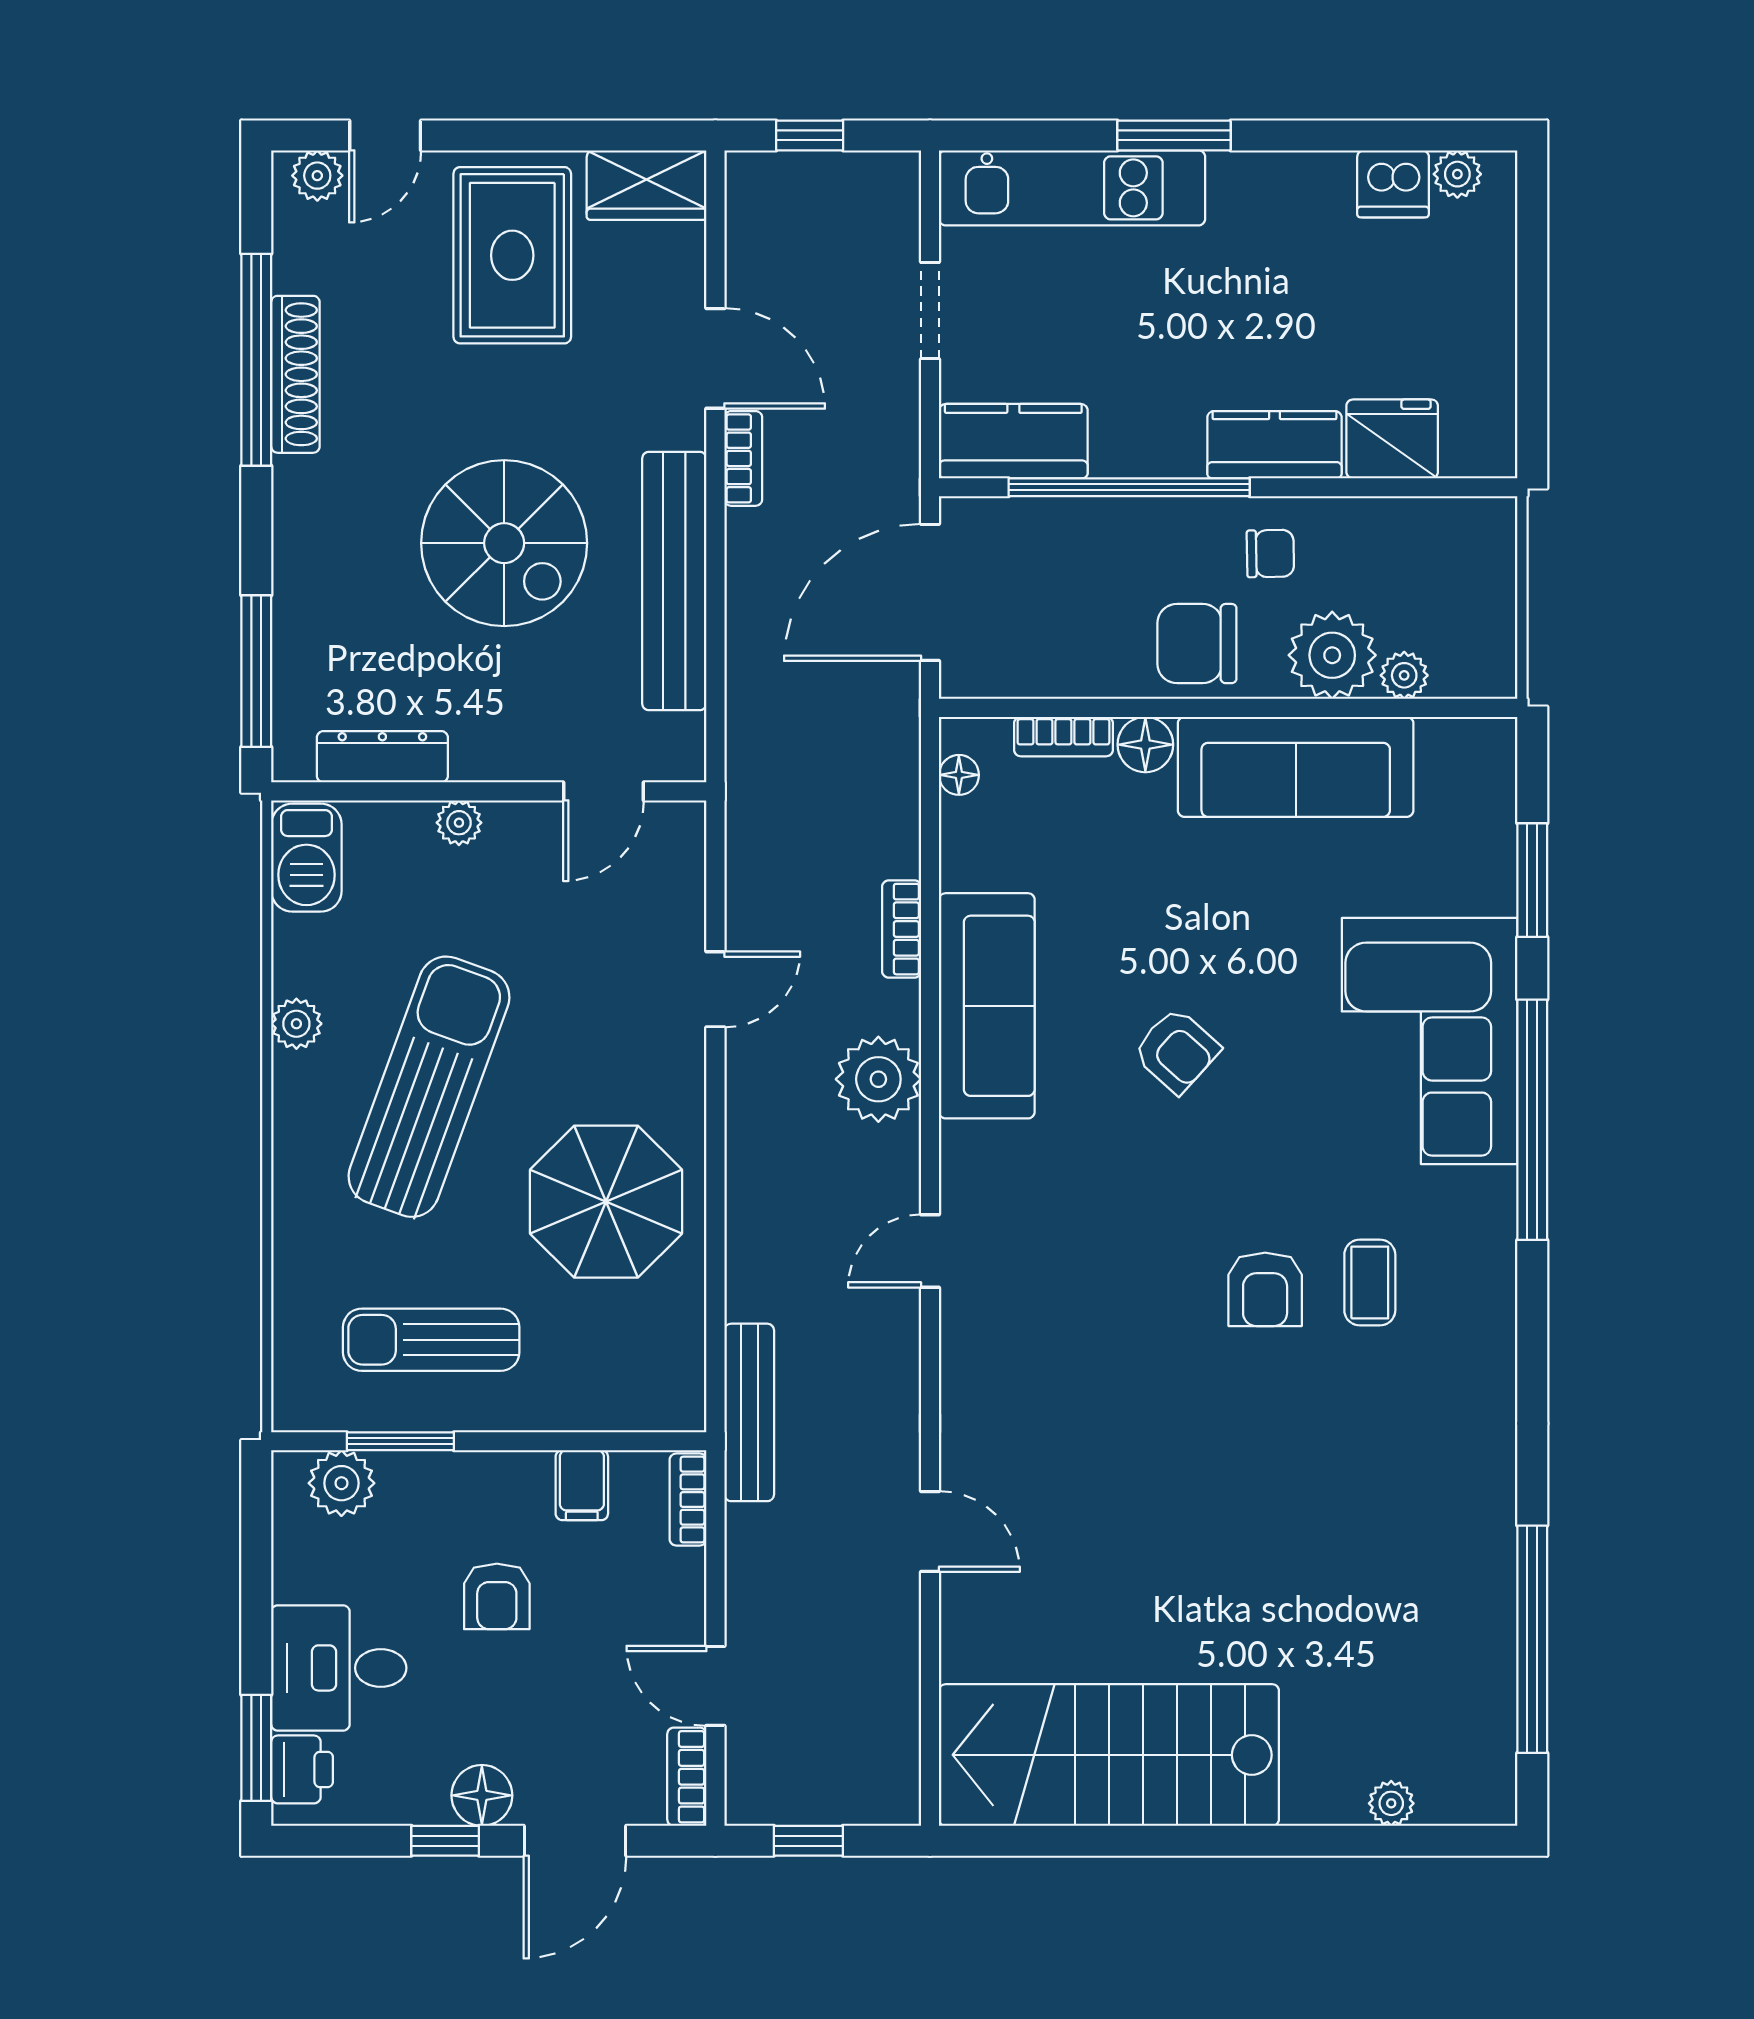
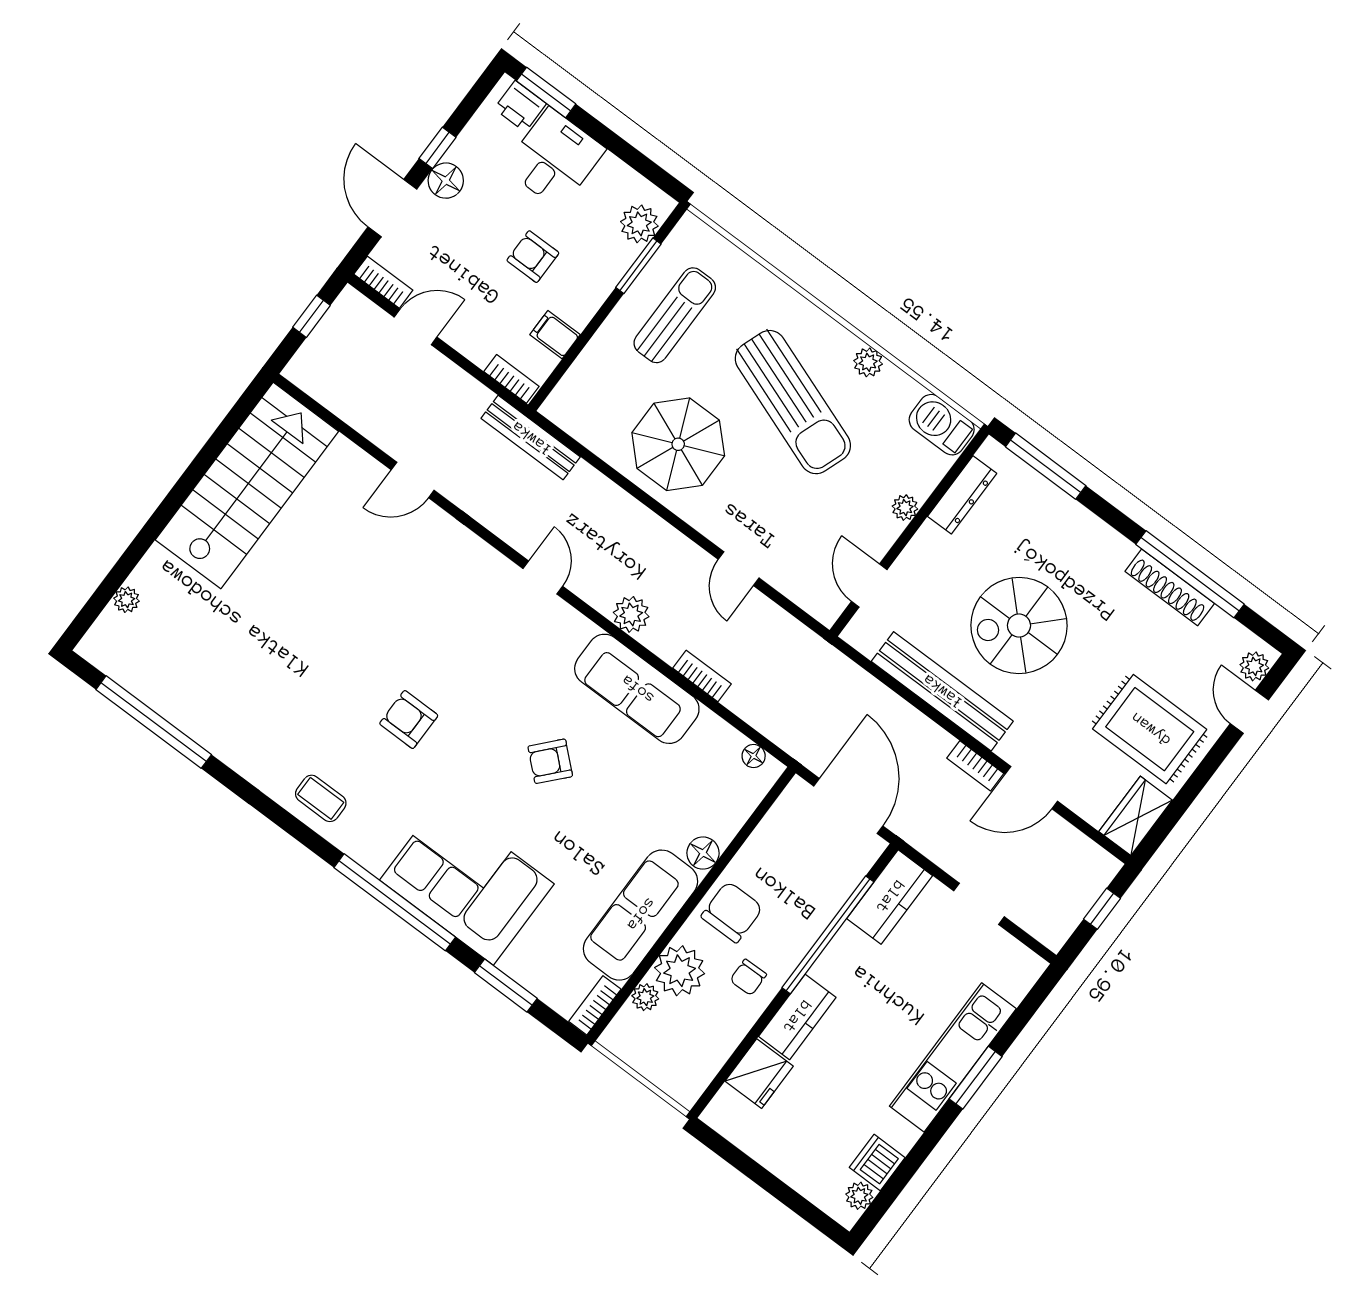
kitchen unit: (1072, 188) -> (953, 1057), moved
bookcase: (1063, 737) -> (595, 1005), moved
plant: (878, 1079) -> (631, 614), width x0.73, depth x0.73
coffee table: (1370, 1283) -> (321, 798), moved

